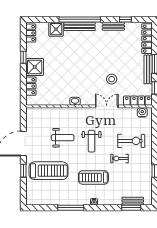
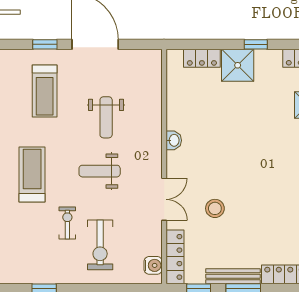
treadmill: (48, 171) -> (45, 91), width x0.73, depth x0.73

